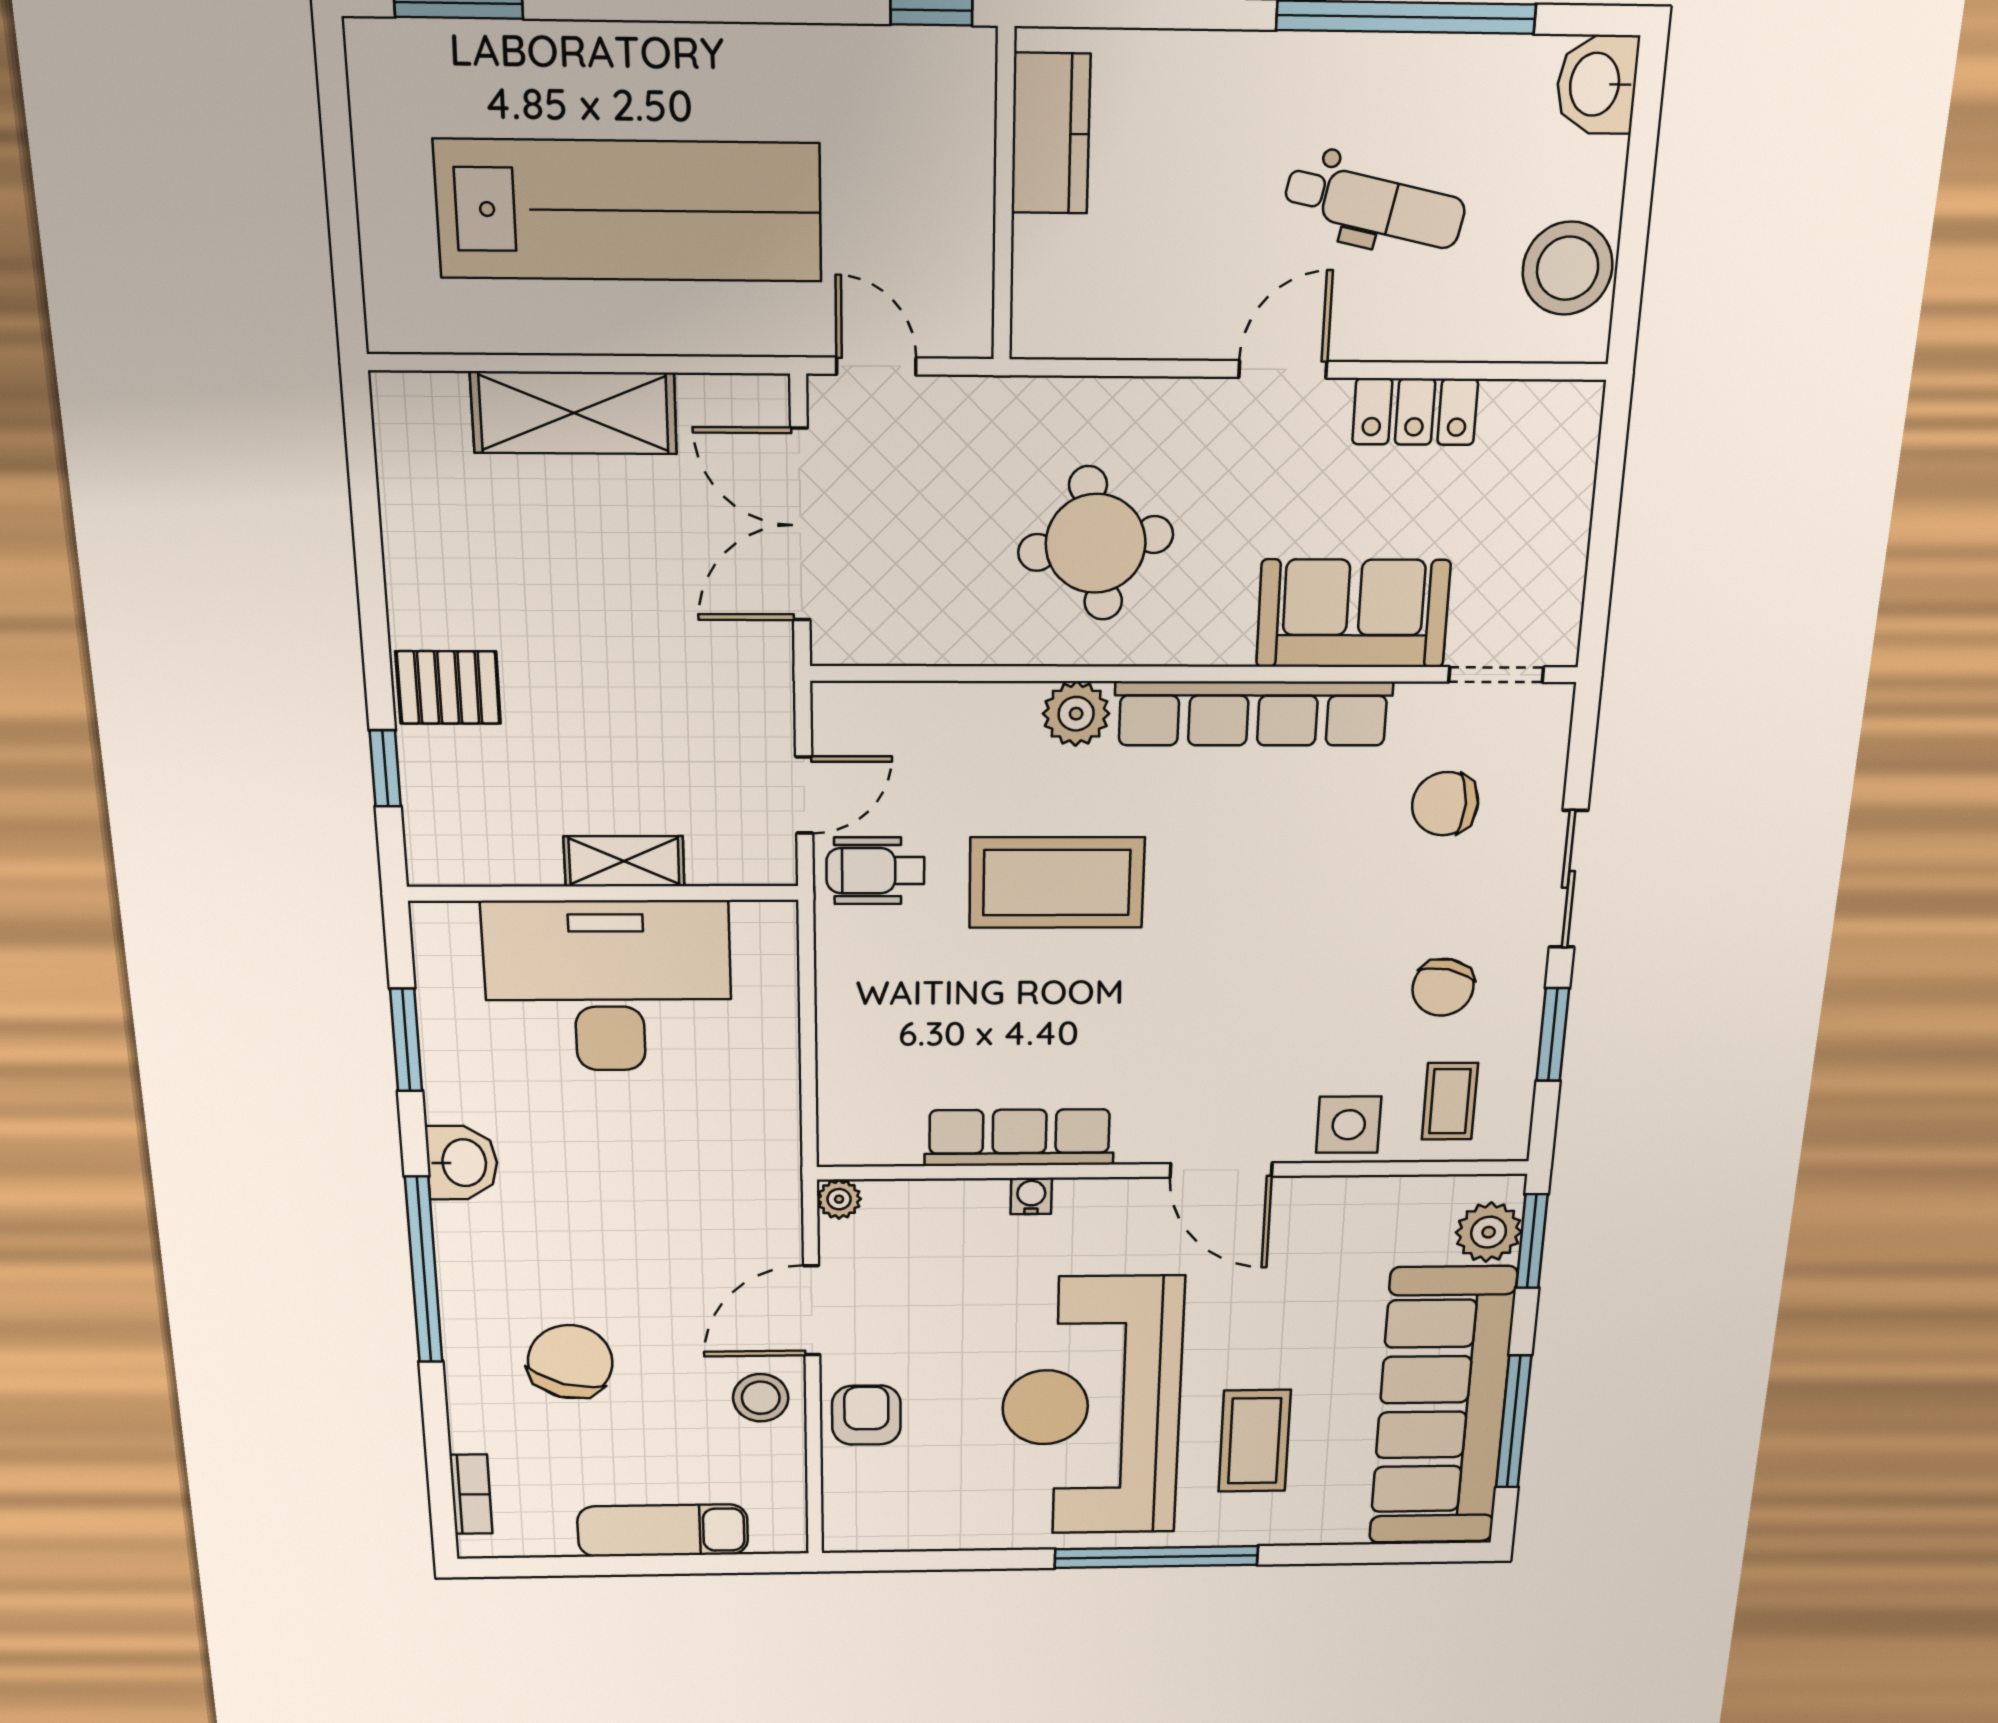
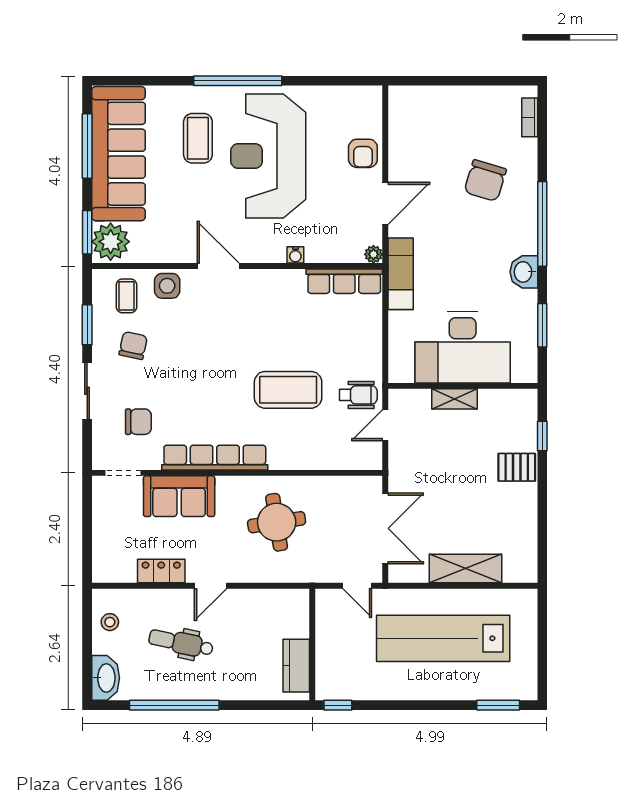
washbasin: (1597, 84) -> (106, 678), width x1.38
stool: (1568, 268) -> (110, 622), width x0.53, depth x0.53
plant: (1076, 714) -> (282, 457), removed
row of seats: (1019, 1138) -> (344, 281), moved
plant: (1489, 1232) -> (111, 242), width x1.36, depth x1.36
stool: (761, 1398) -> (407, 162), removed
reception desk: (1091, 1407) -> (268, 156), turned 180
exam couch: (663, 1530) -> (401, 274), moved, turned -90

